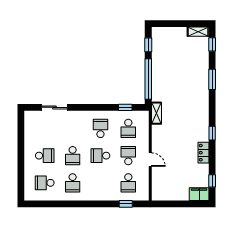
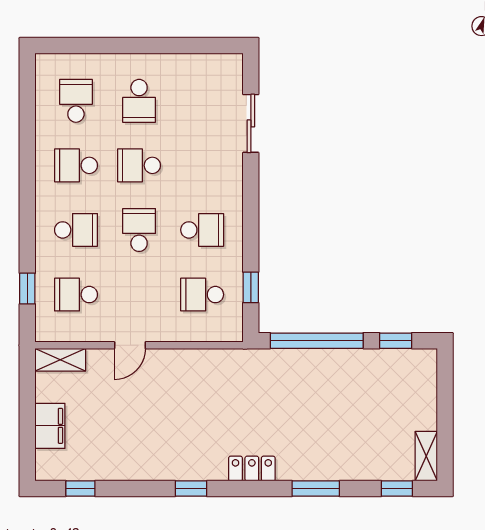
shelving: (156, 113) -> (60, 360), moved
locker: (203, 153) -> (252, 469), moved
school desk: (128, 156) -> (76, 230), moved
filing cabinet: (199, 194) -> (50, 426), moved

